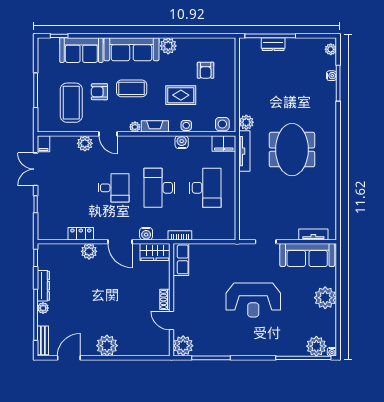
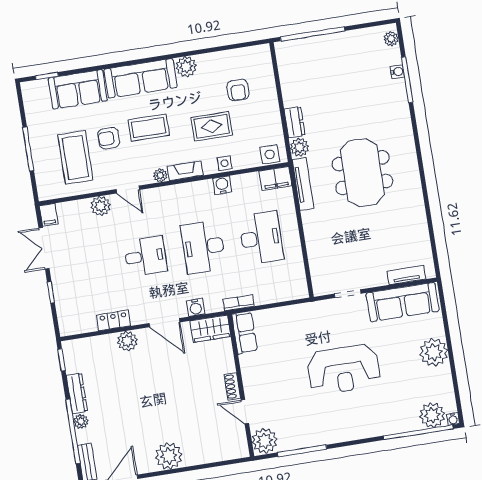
dresser: (273, 44) -> (295, 122), moved, turned -90

